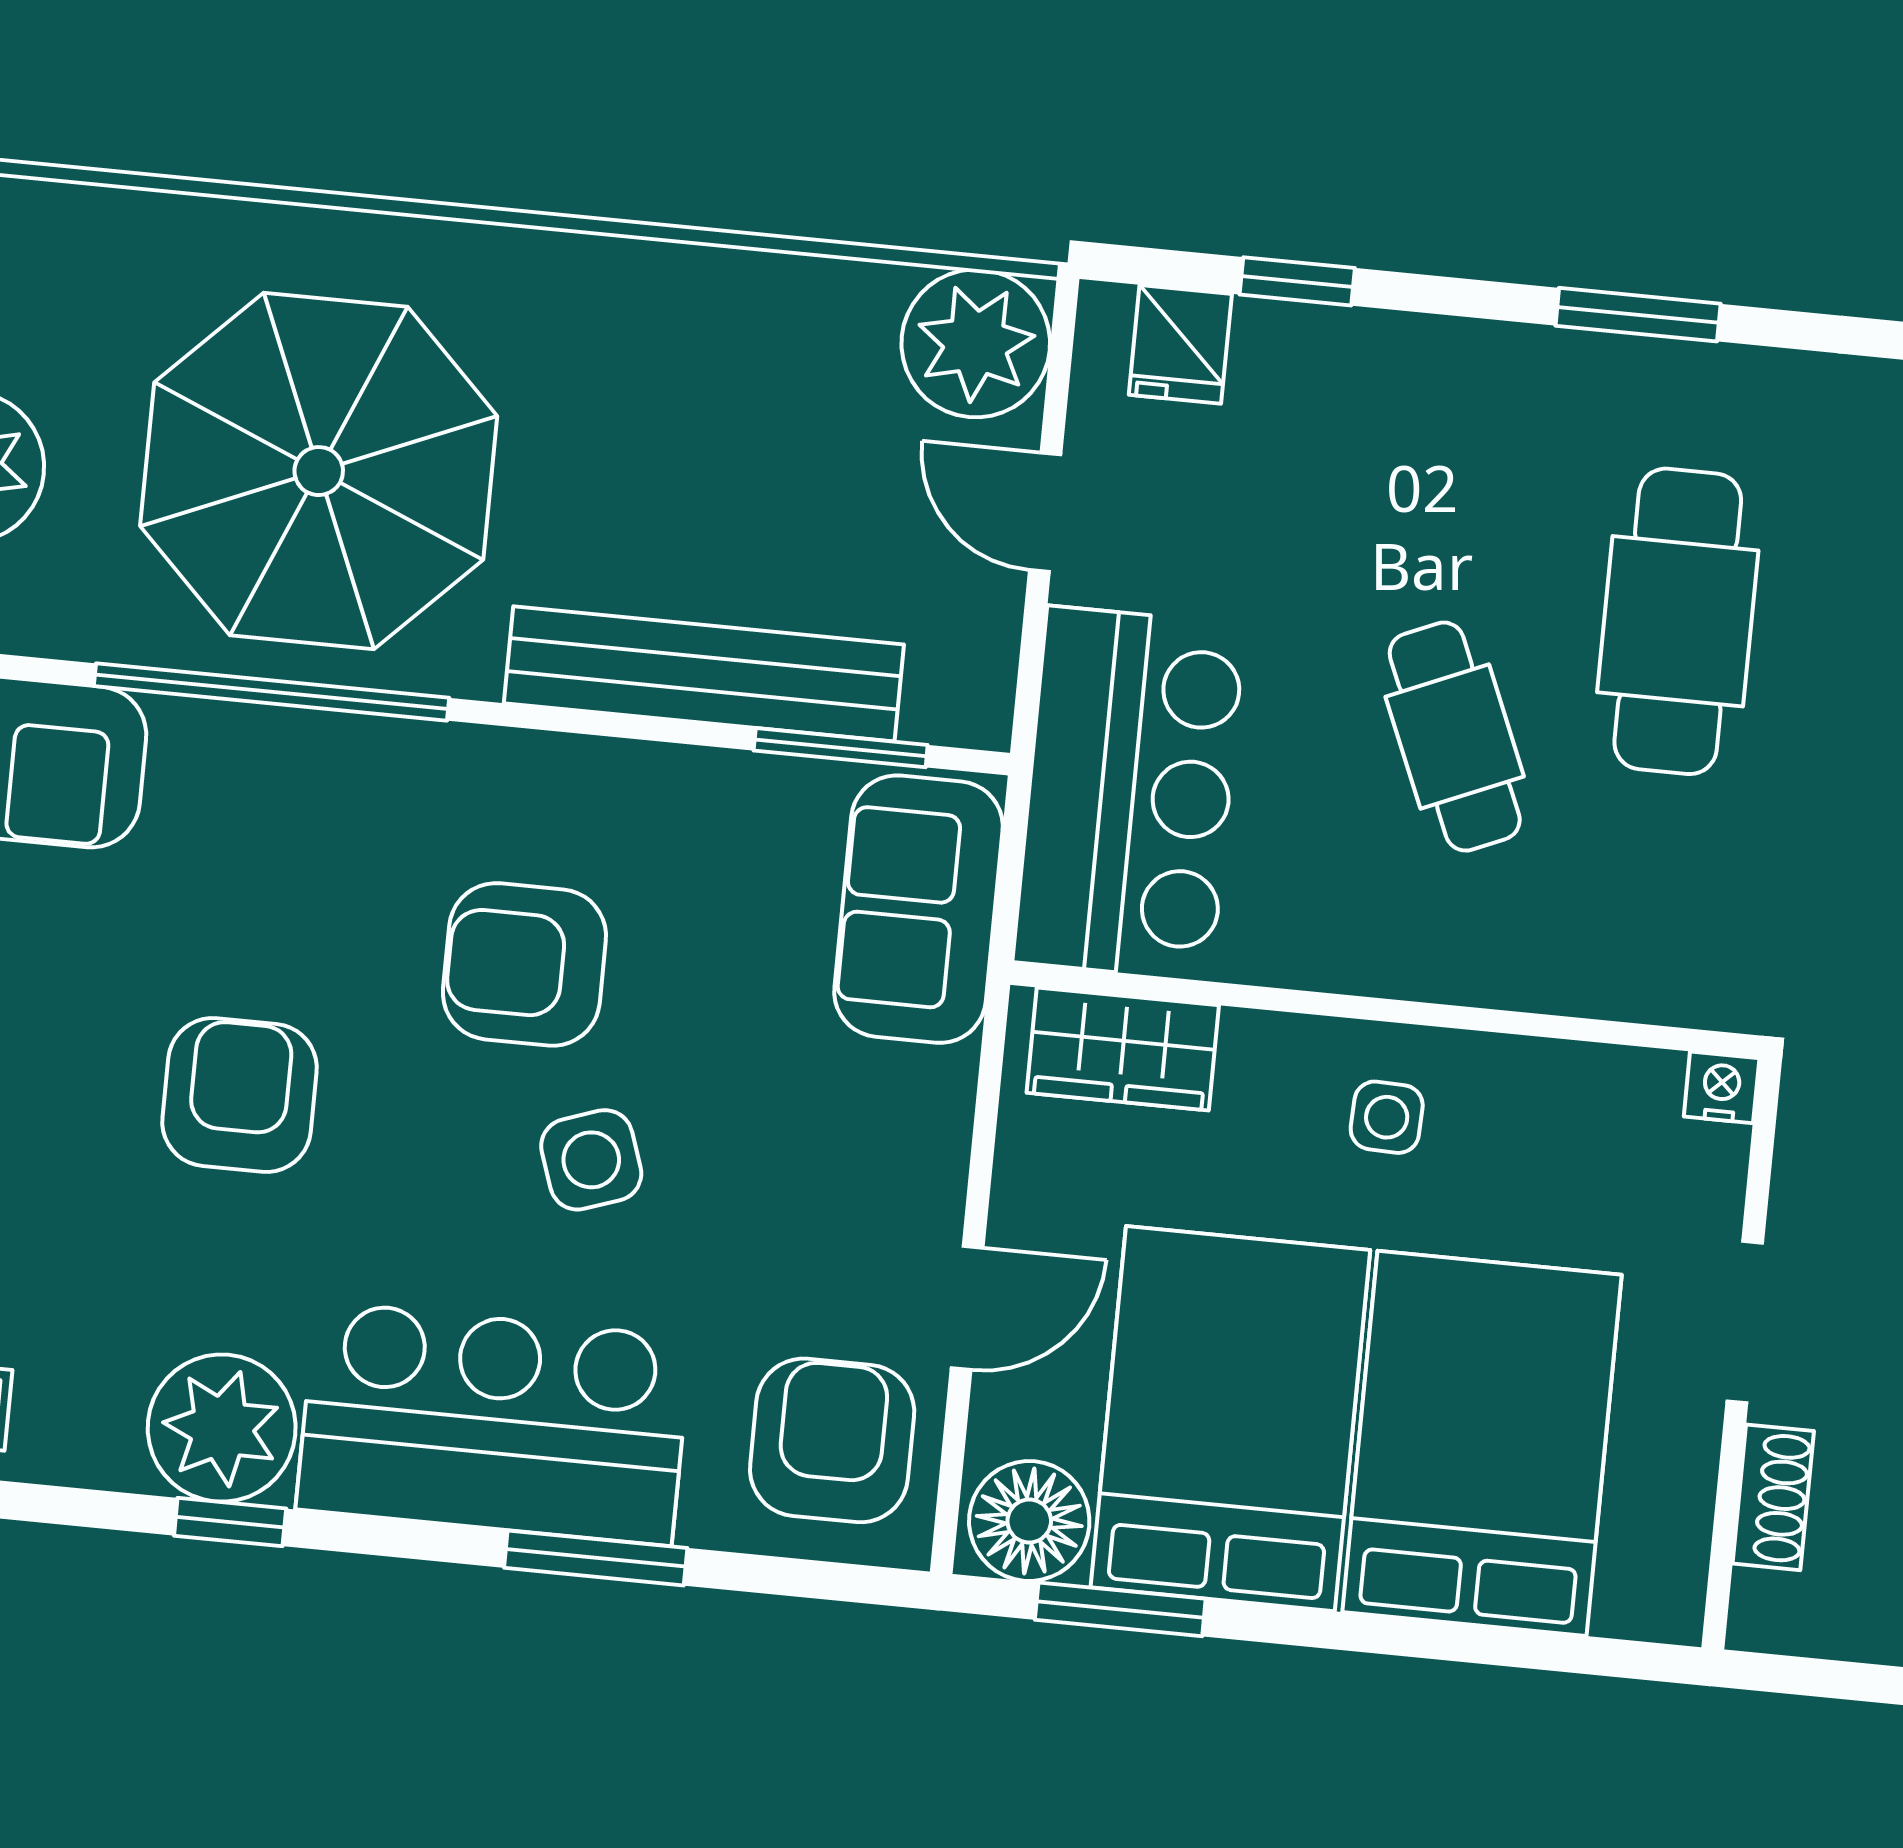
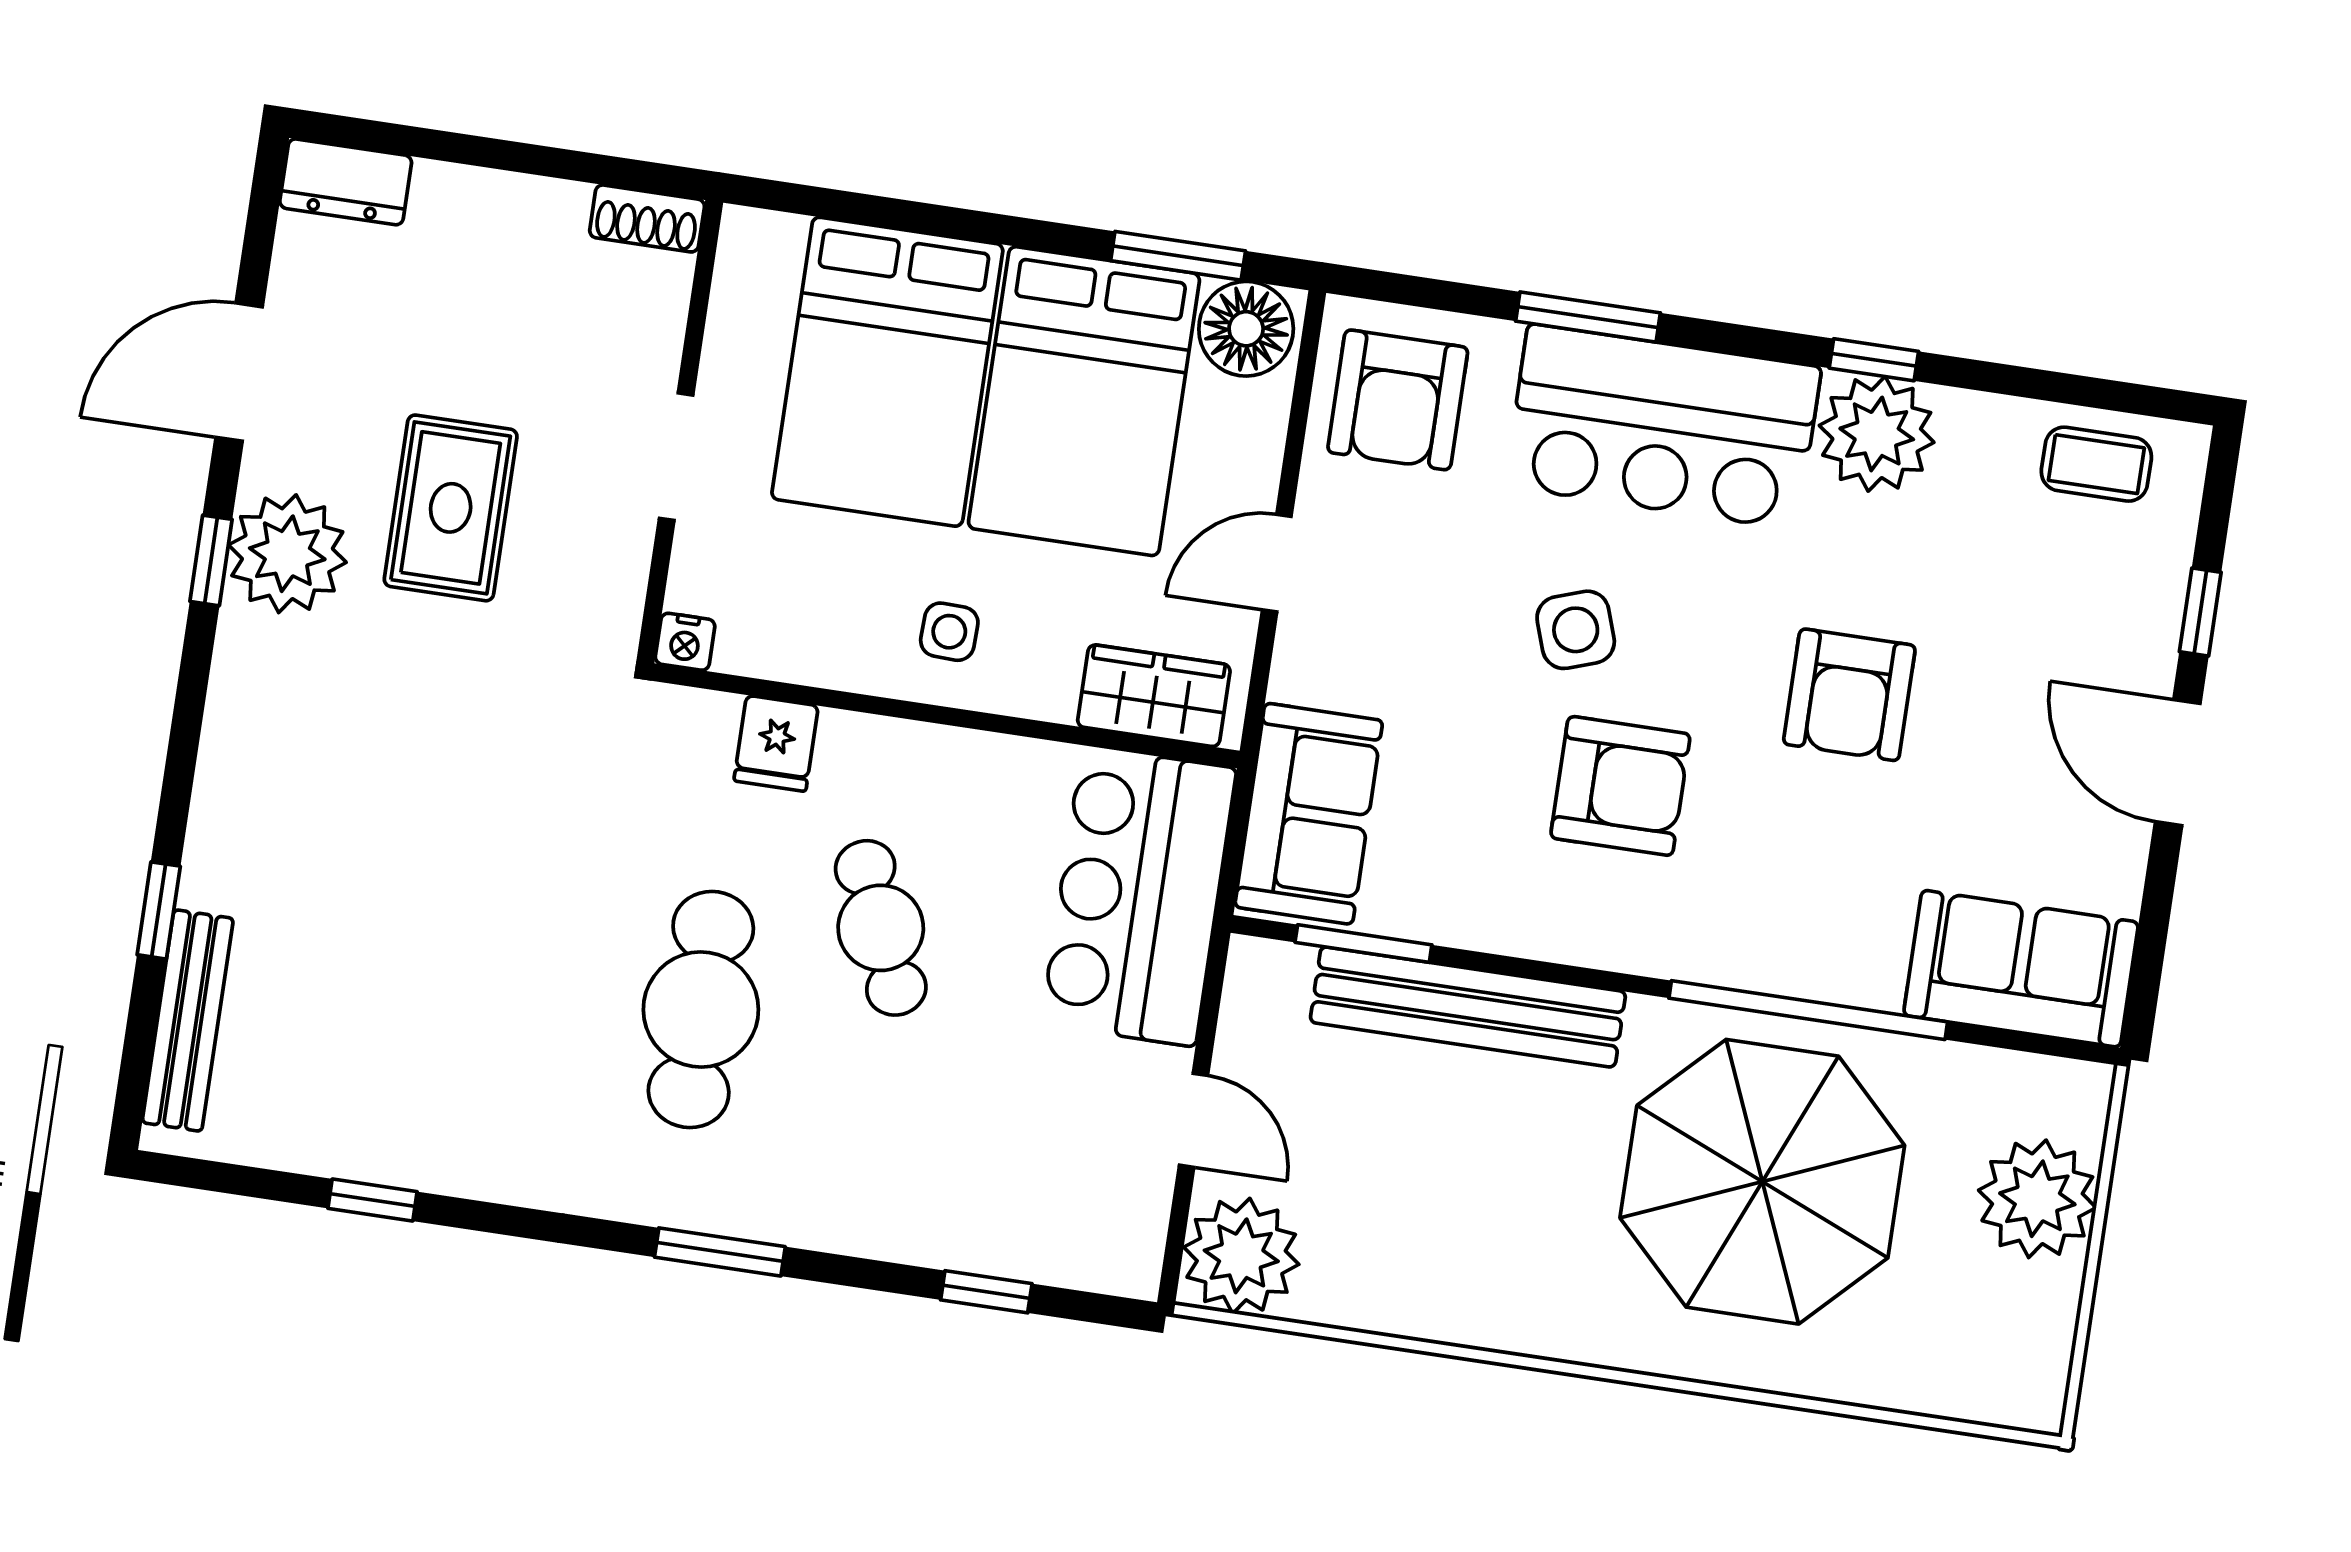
fridge: (1180, 344) -> (776, 743), moved, turned 180
door: (967, 1308) -> (1277, 563), moved
shoe rack: (1773, 1497) -> (647, 218), moved, turned -90

